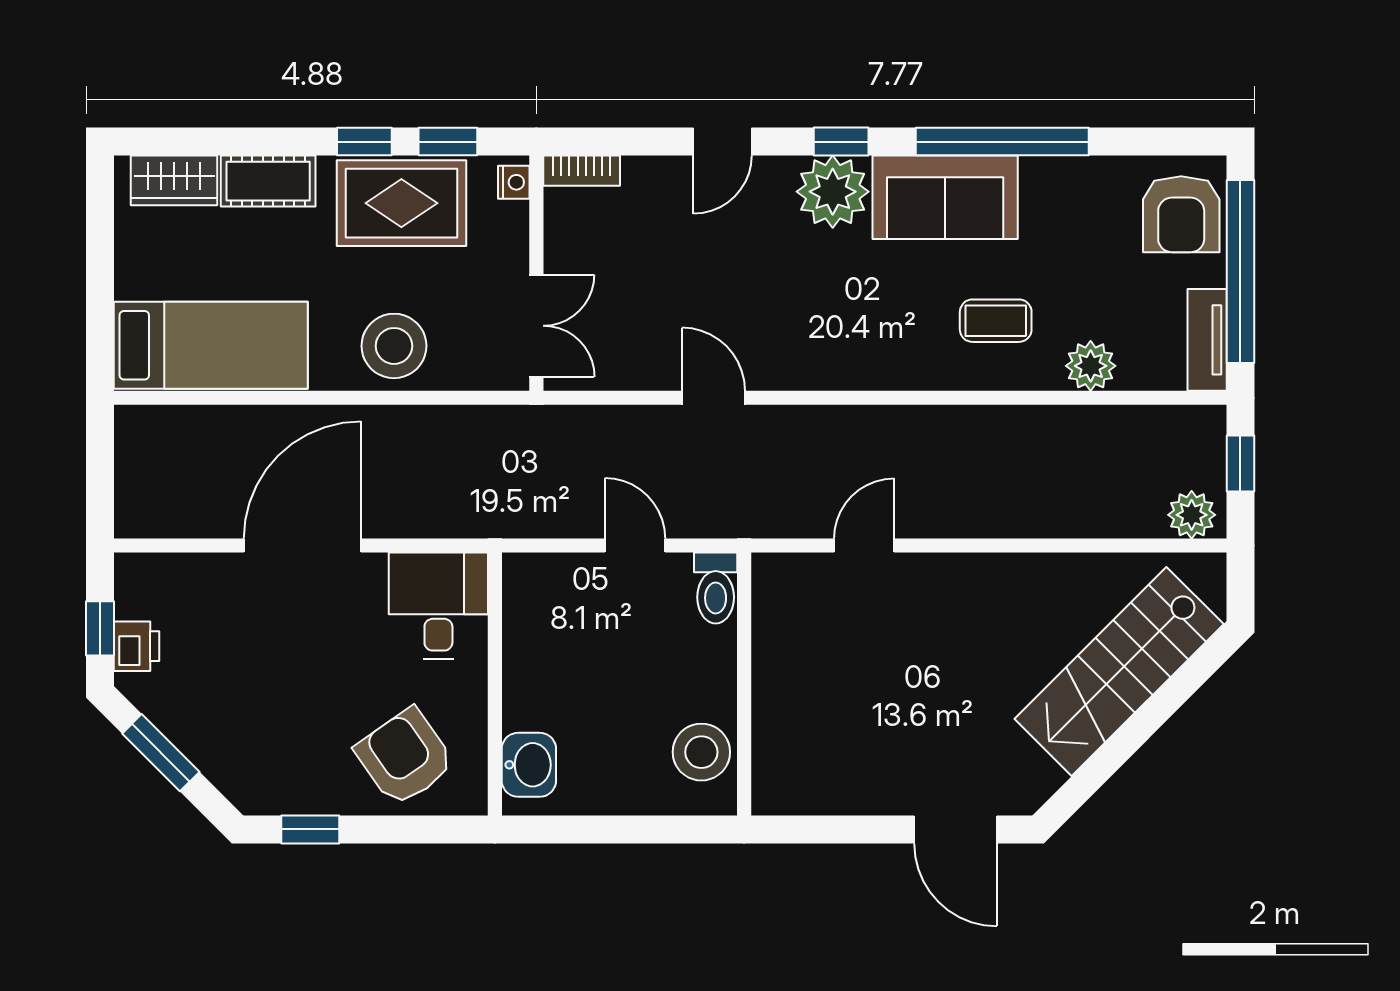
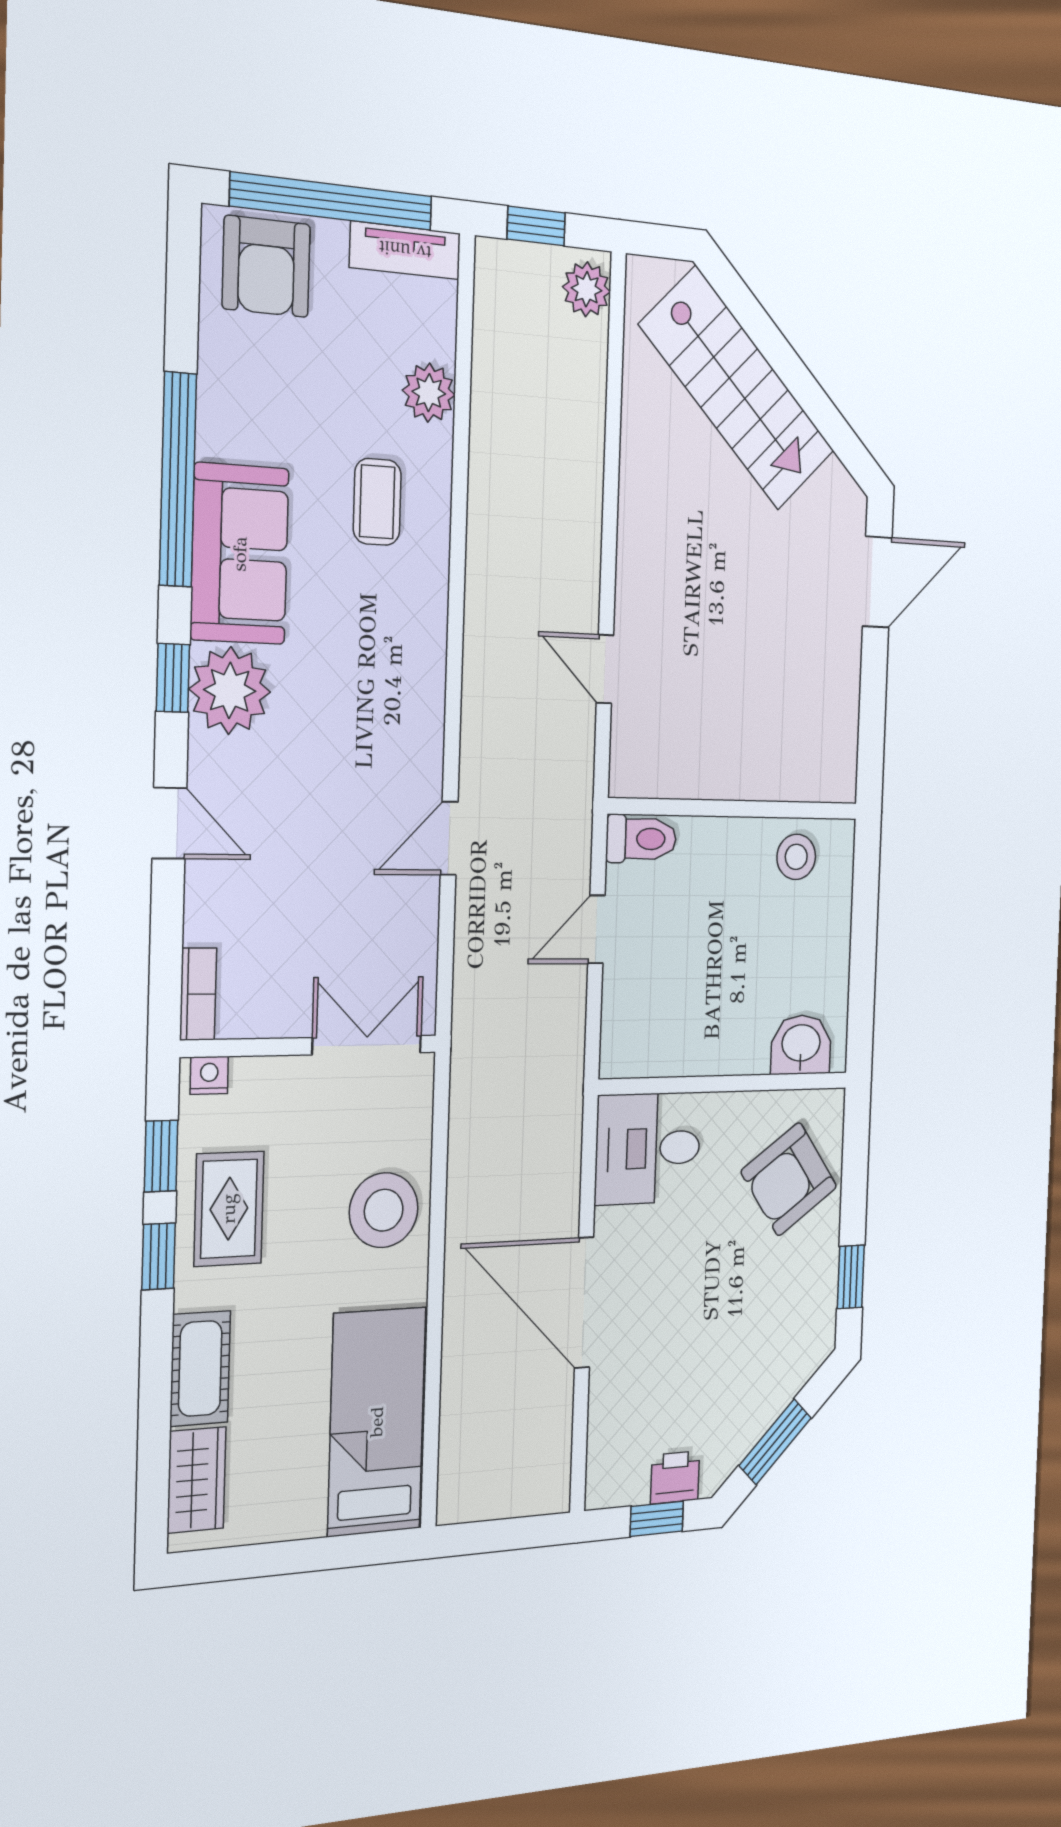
rug: (401, 203) -> (229, 1209), width x0.73, depth x0.70
armchair: (1181, 214) -> (266, 266), turned 90
stool: (701, 752) -> (796, 857), width x0.73, depth x0.73

